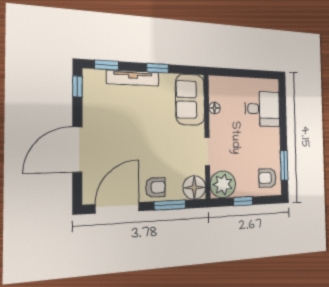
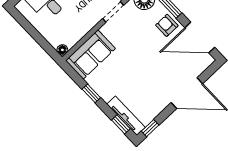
tv unit: (133, 78) -> (126, 116), moved
floor lamp: (215, 108) -> (62, 50), moved

